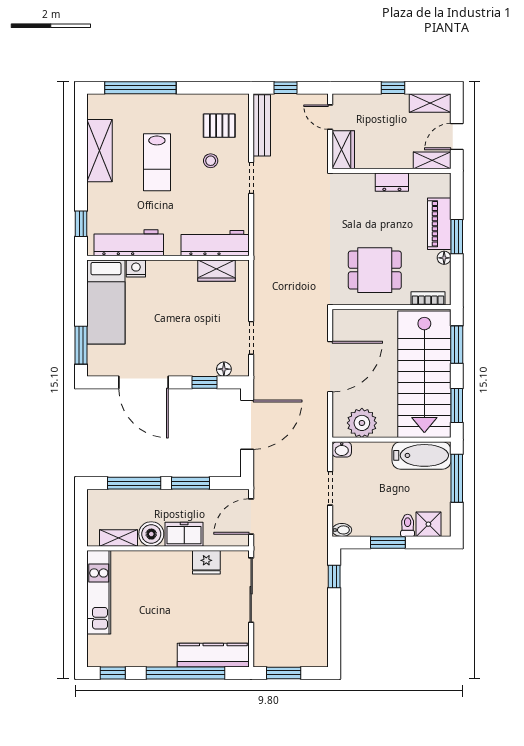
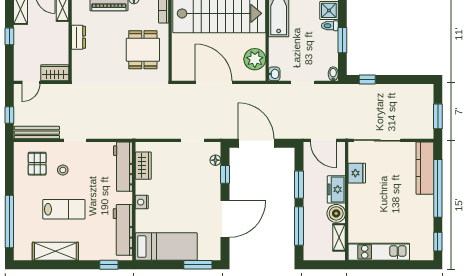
nightstand: (136, 268) -> (142, 202), moved

